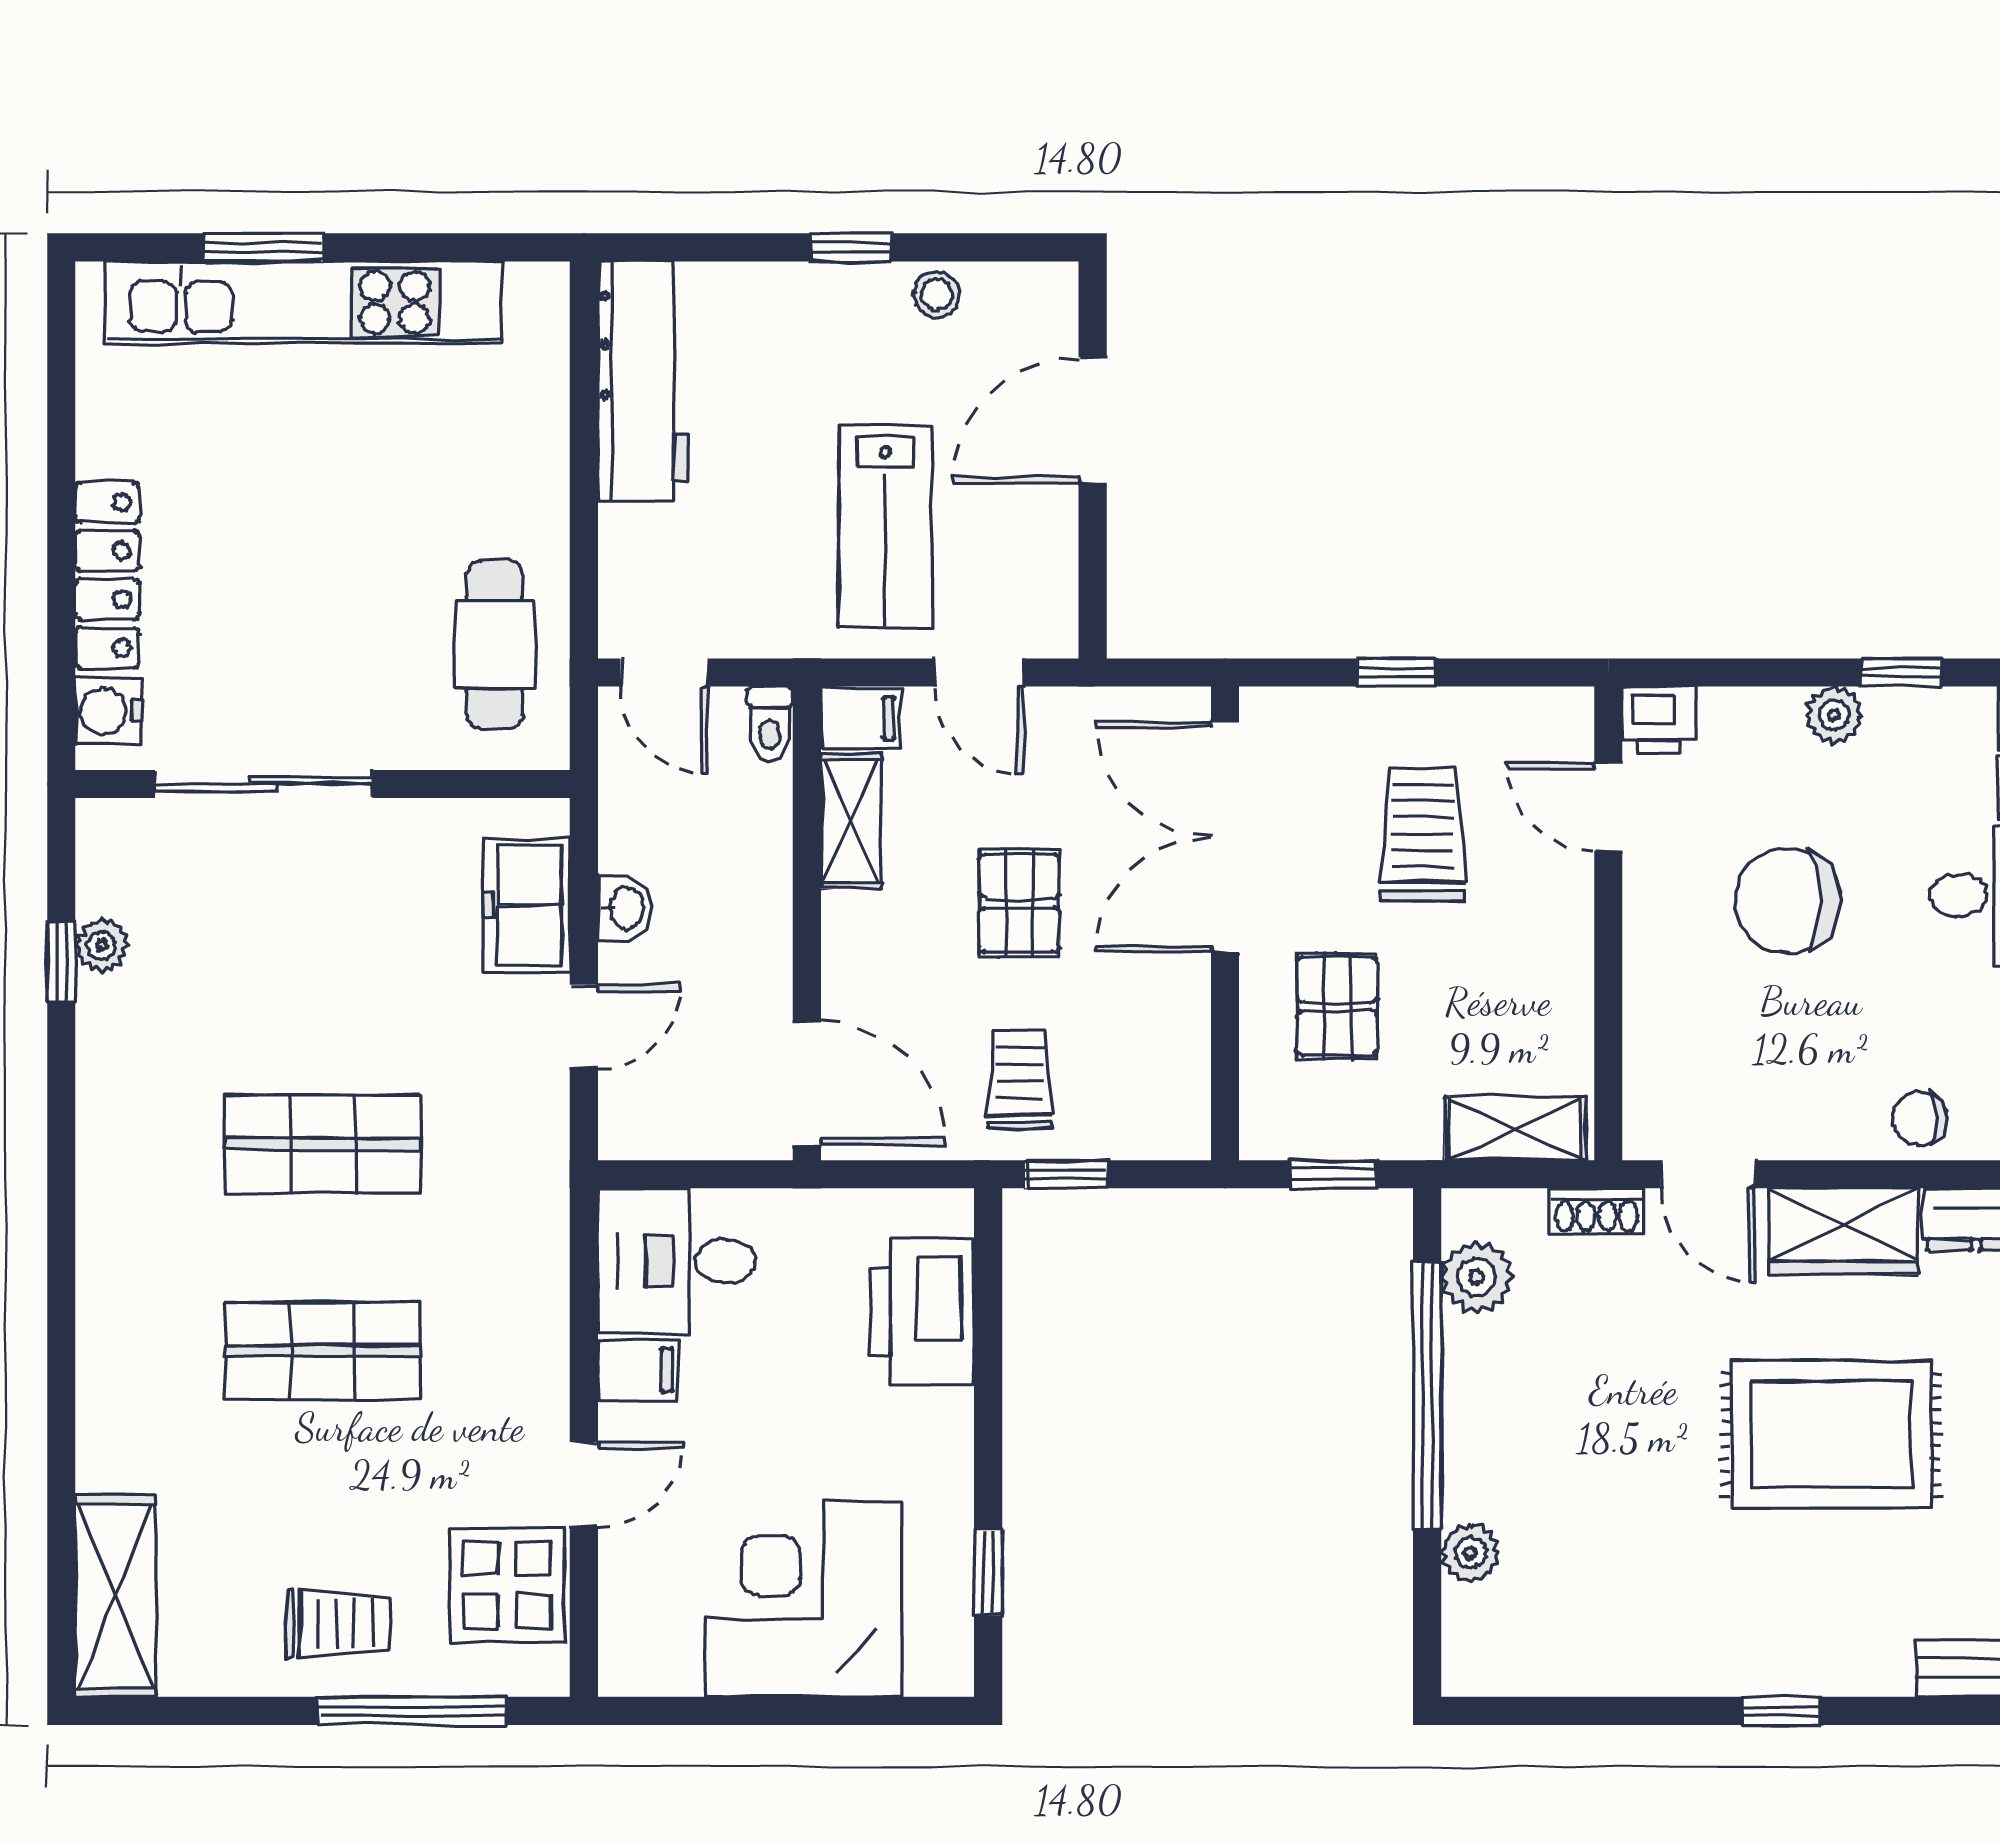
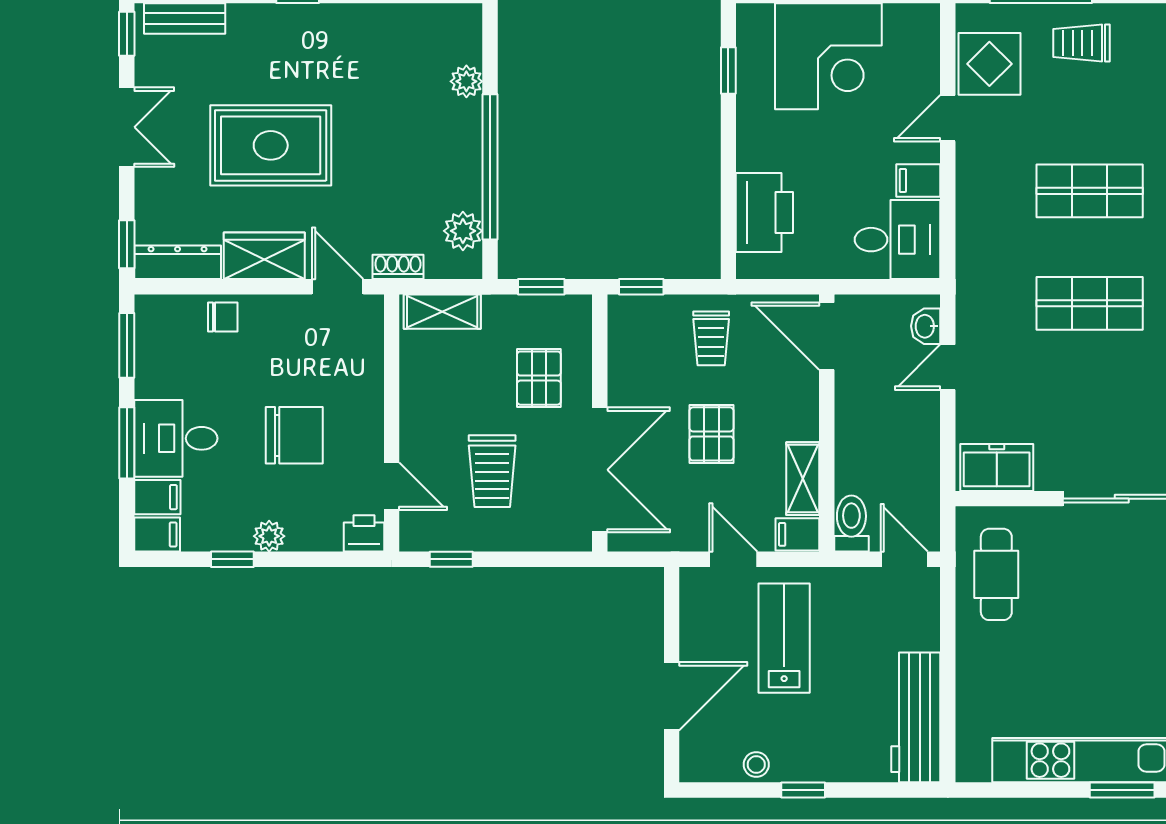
window: (1396, 672) -> (451, 559), moved
toilet: (770, 724) -> (851, 523), width x1.37, depth x1.39
freezer: (526, 905) -> (997, 467), moved, turned -90
washbasin: (625, 908) -> (926, 326), moved
window: (1066, 1174) -> (641, 287), moved

